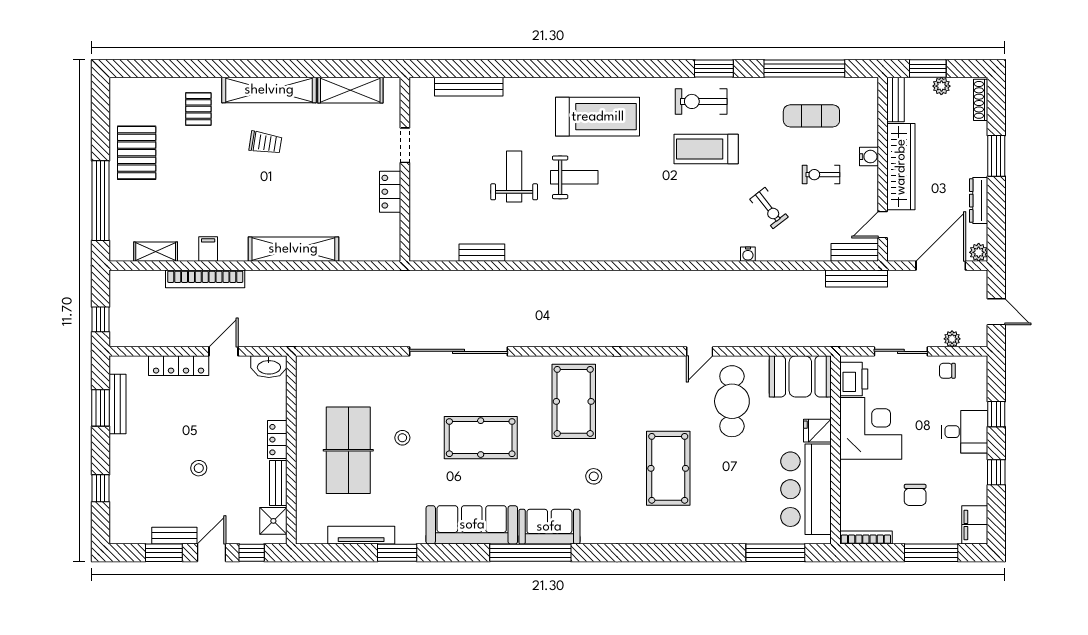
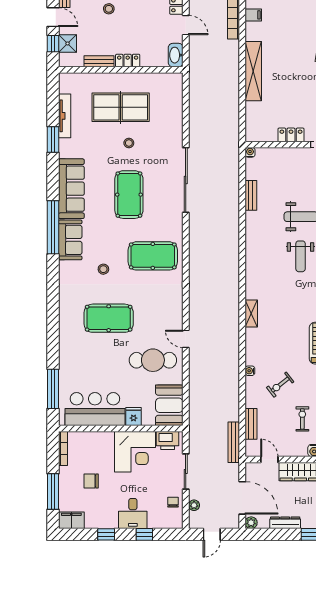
shelving: (661, 252) -> (251, 313), added
bench: (855, 252) -> (251, 424), moved
water cooler: (417, 254) -> (250, 152), added
shower: (273, 521) -> (68, 43), moved

